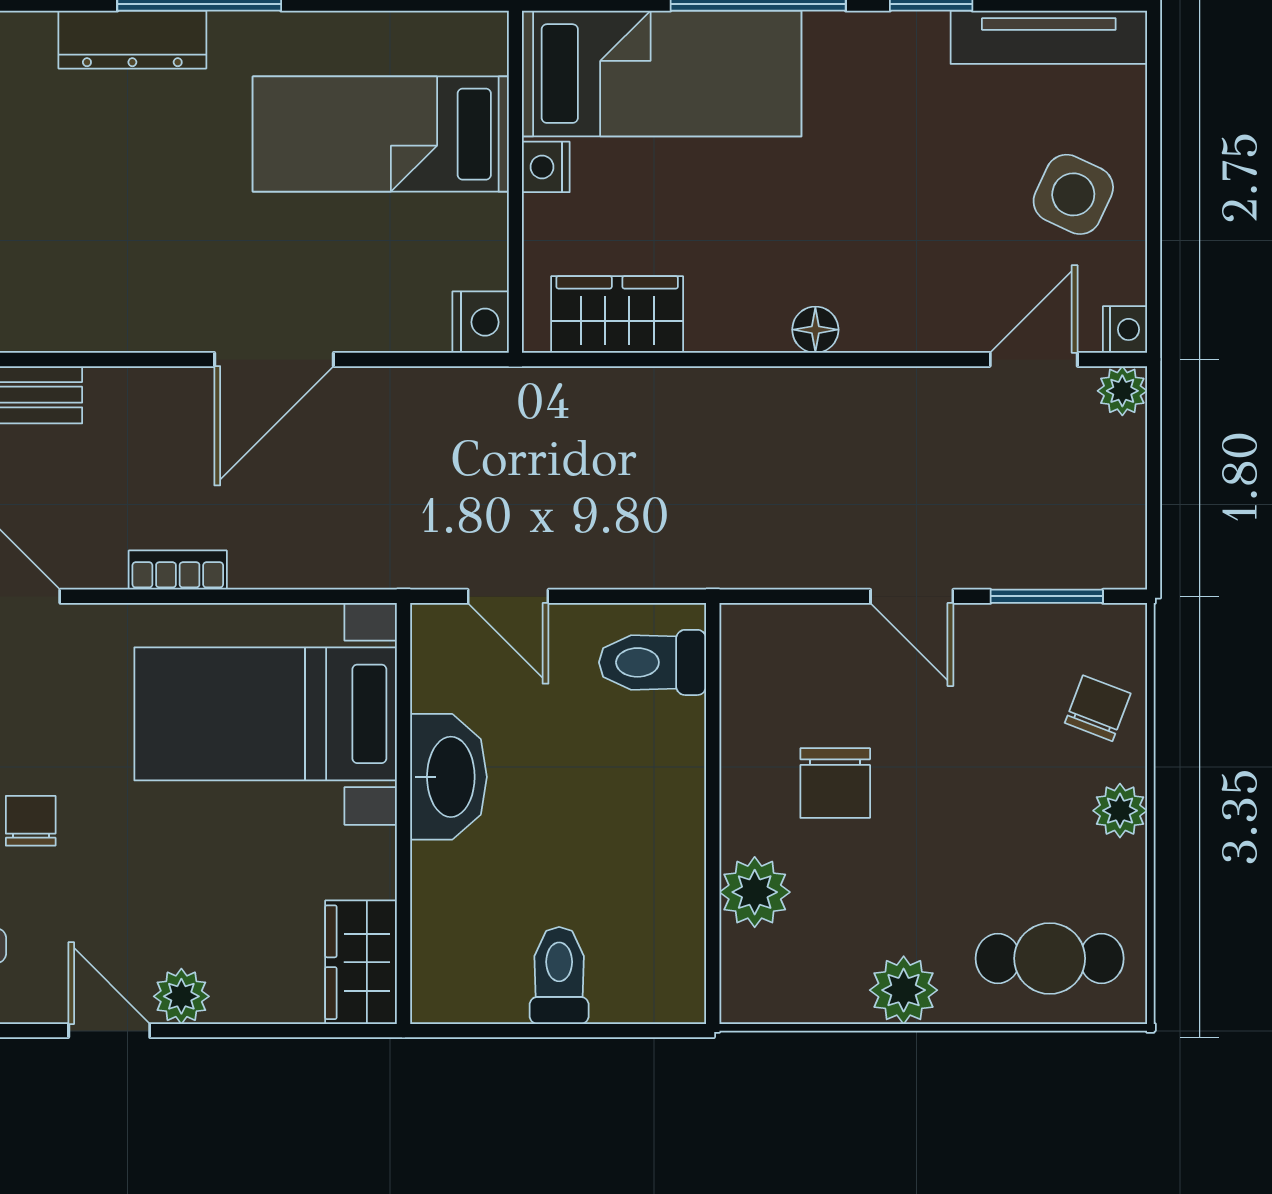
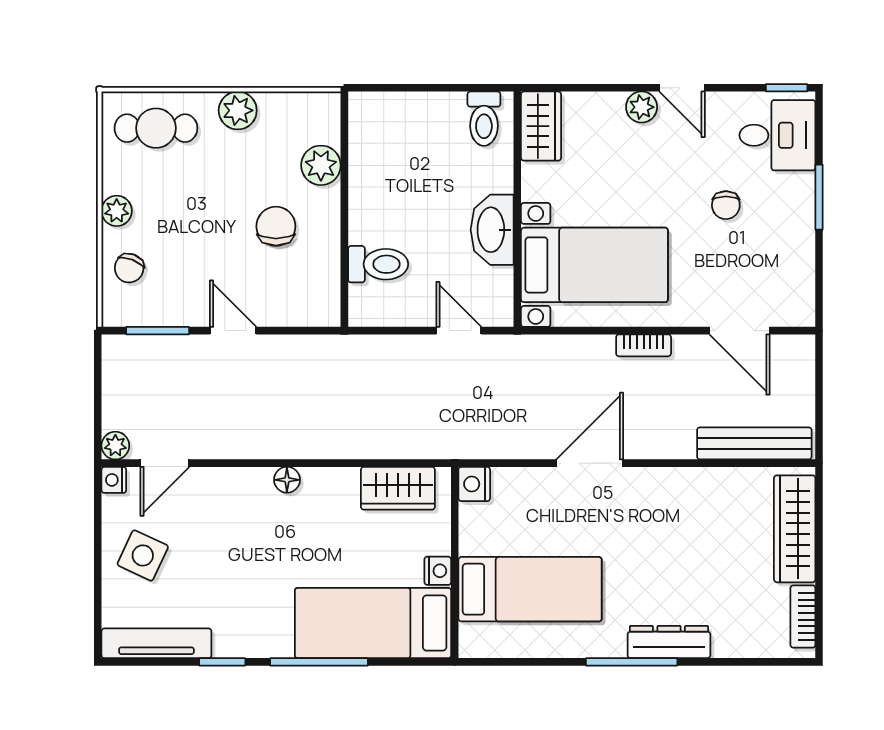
toilet: (653, 662) -> (378, 264), moved
toilet: (559, 975) -> (484, 119), moved

